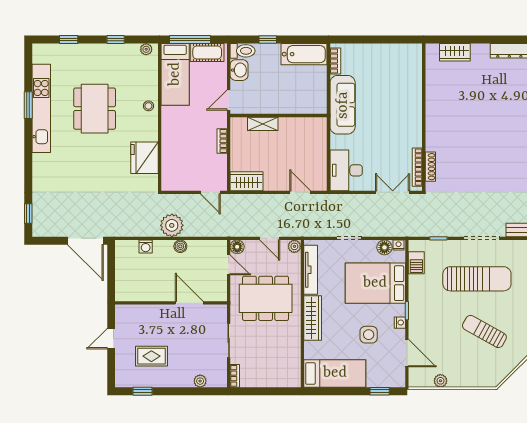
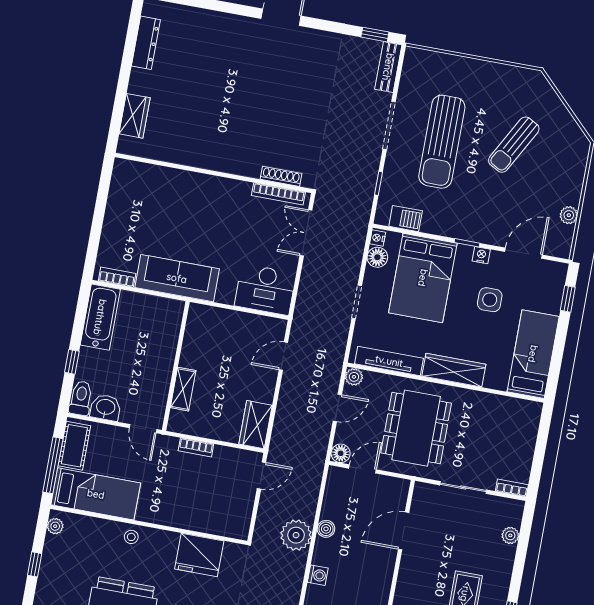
sun lounger: (477, 279) -> (442, 142), turned 180

